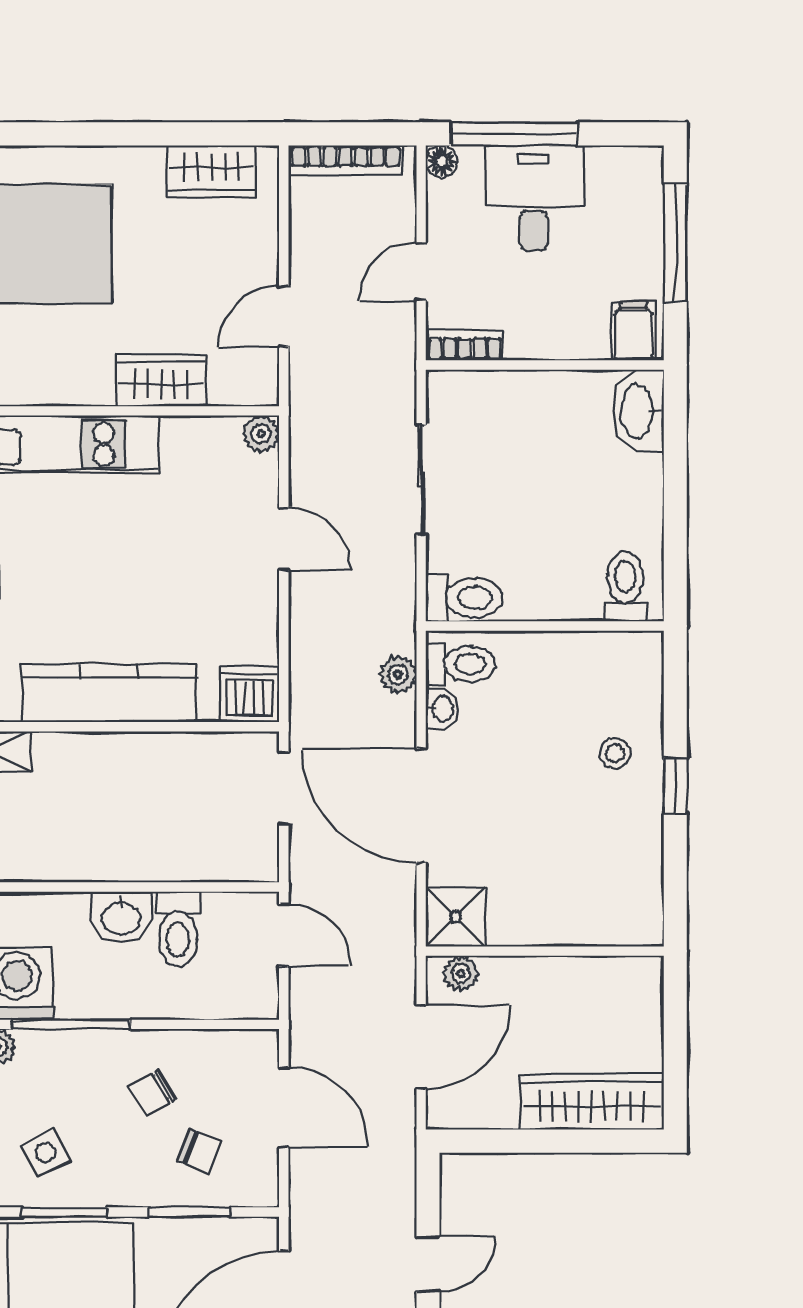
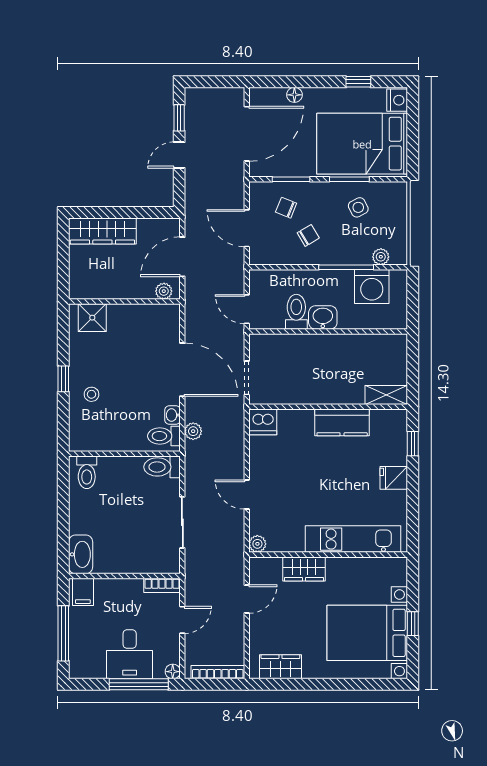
kitchen counter: (109, 693) -> (342, 422), width x0.67
shower: (455, 917) -> (92, 318), moved

